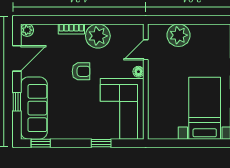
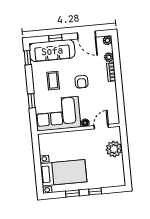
plant: (98, 36) -> (109, 57), moved, width x0.53, depth x0.53
door: (146, 50) -> (101, 127), hinge flipped
coffee table: (76, 111) -> (53, 81), added

